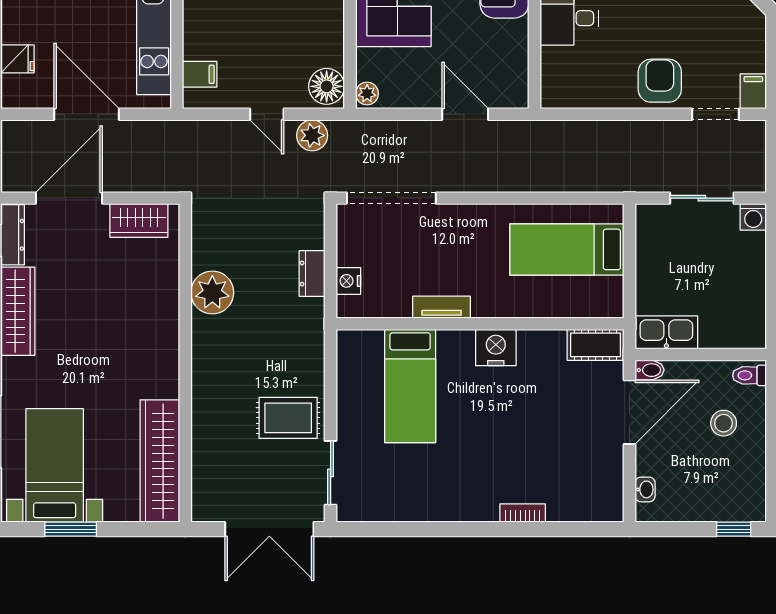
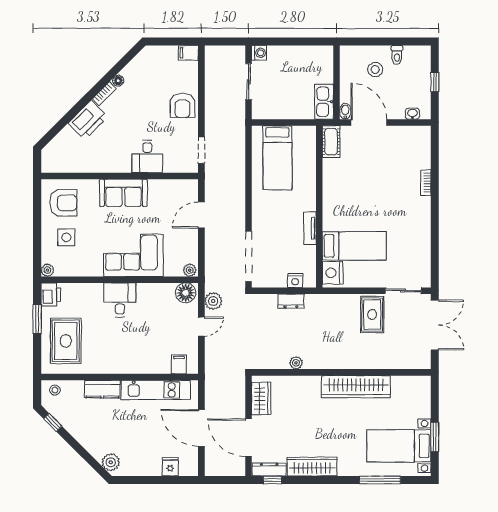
armchair: (660, 81) -> (182, 105), turned -90
door: (87, 114) -> (201, 428), hinge flipped
doorway: (716, 114) -> (201, 150), moved
plant: (212, 293) -> (296, 363), width x0.53, depth x0.53
nightstand: (496, 348) -> (333, 273), moved
toilet: (749, 375) -> (397, 55), moved
wardrobe: (160, 461) -> (356, 387), moved
window: (734, 529) -> (435, 82), moved

